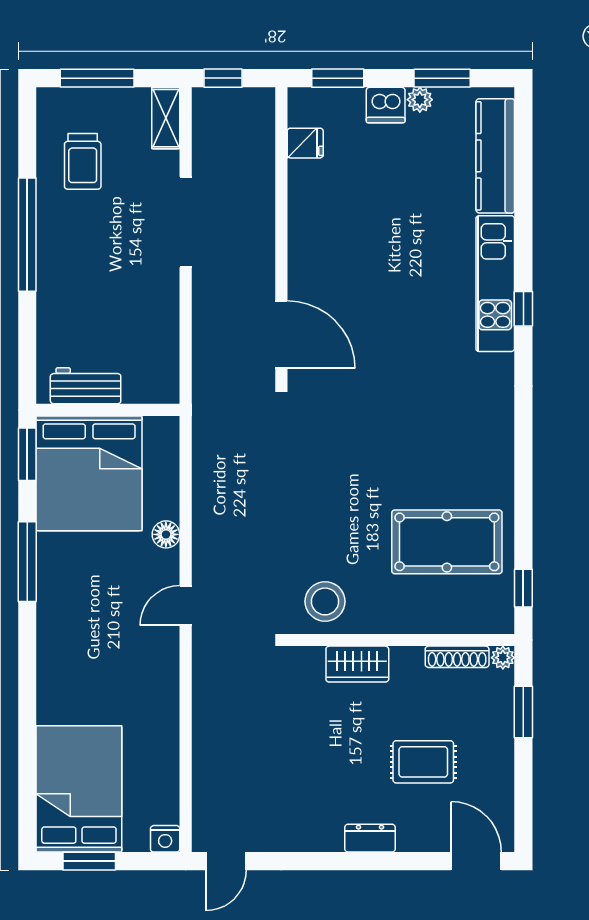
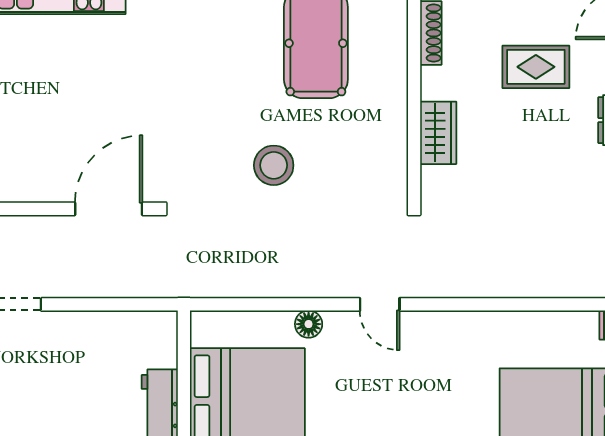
stool: (325, 601) -> (274, 165), moved
rug: (423, 762) -> (536, 67), turned 90

